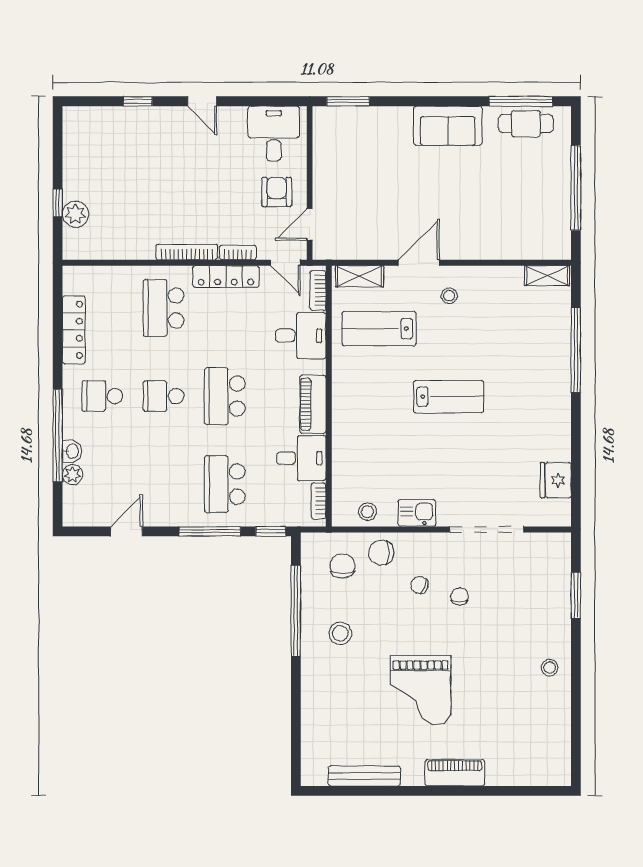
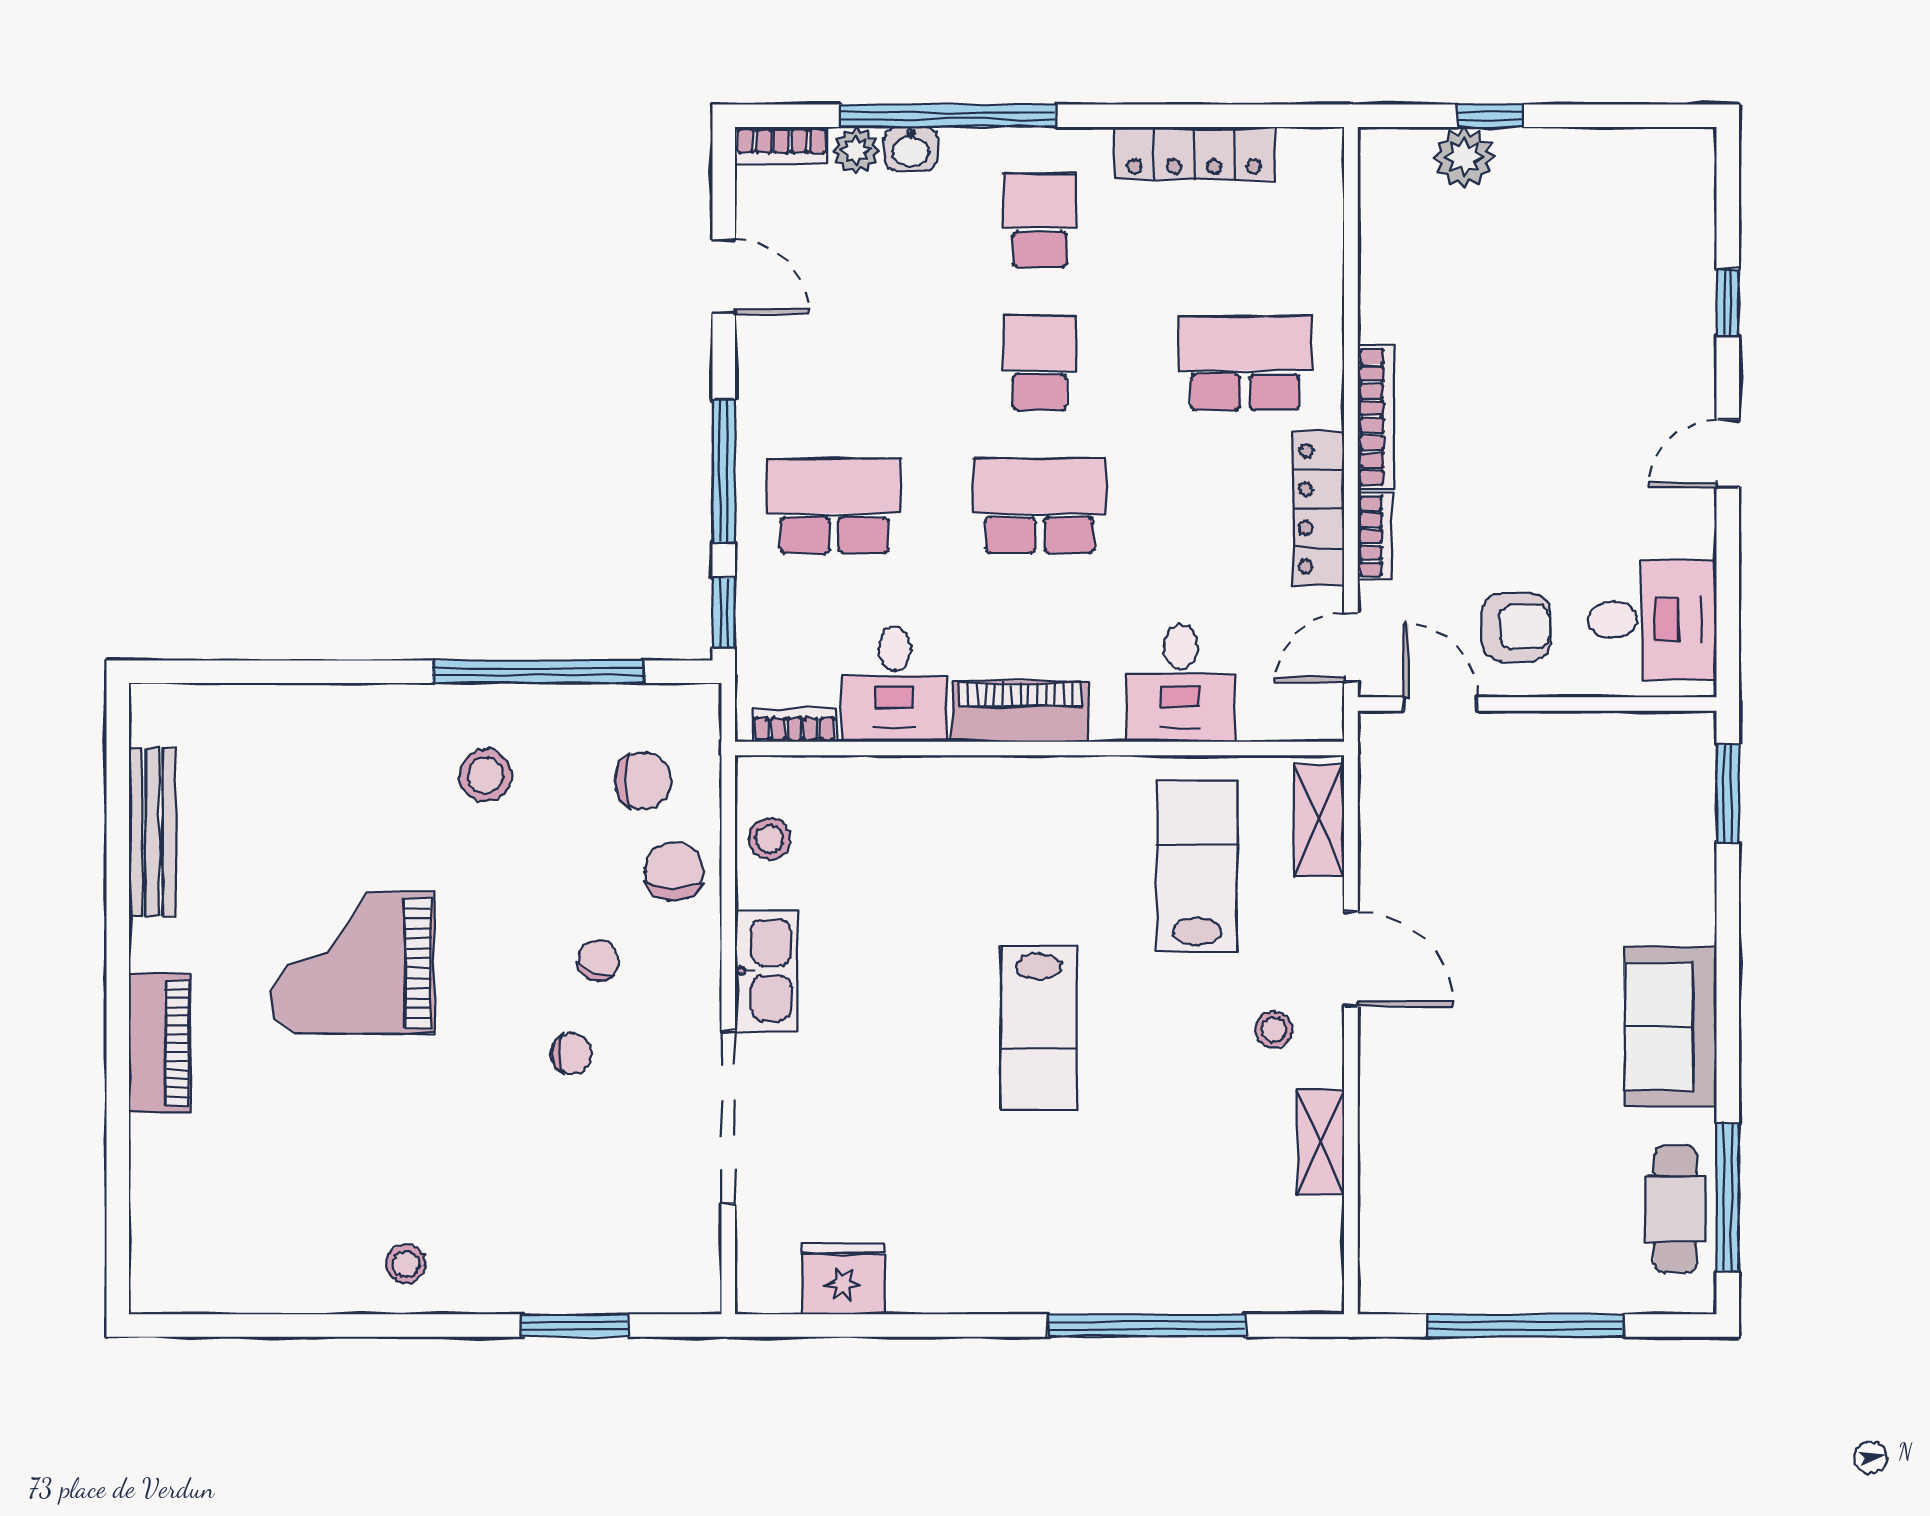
shelving: (547, 276) -> (1321, 1142), moved
bookcase: (318, 291) -> (781, 146), moved, turned 180
kitchen sink: (417, 513) -> (767, 971), width x1.38

